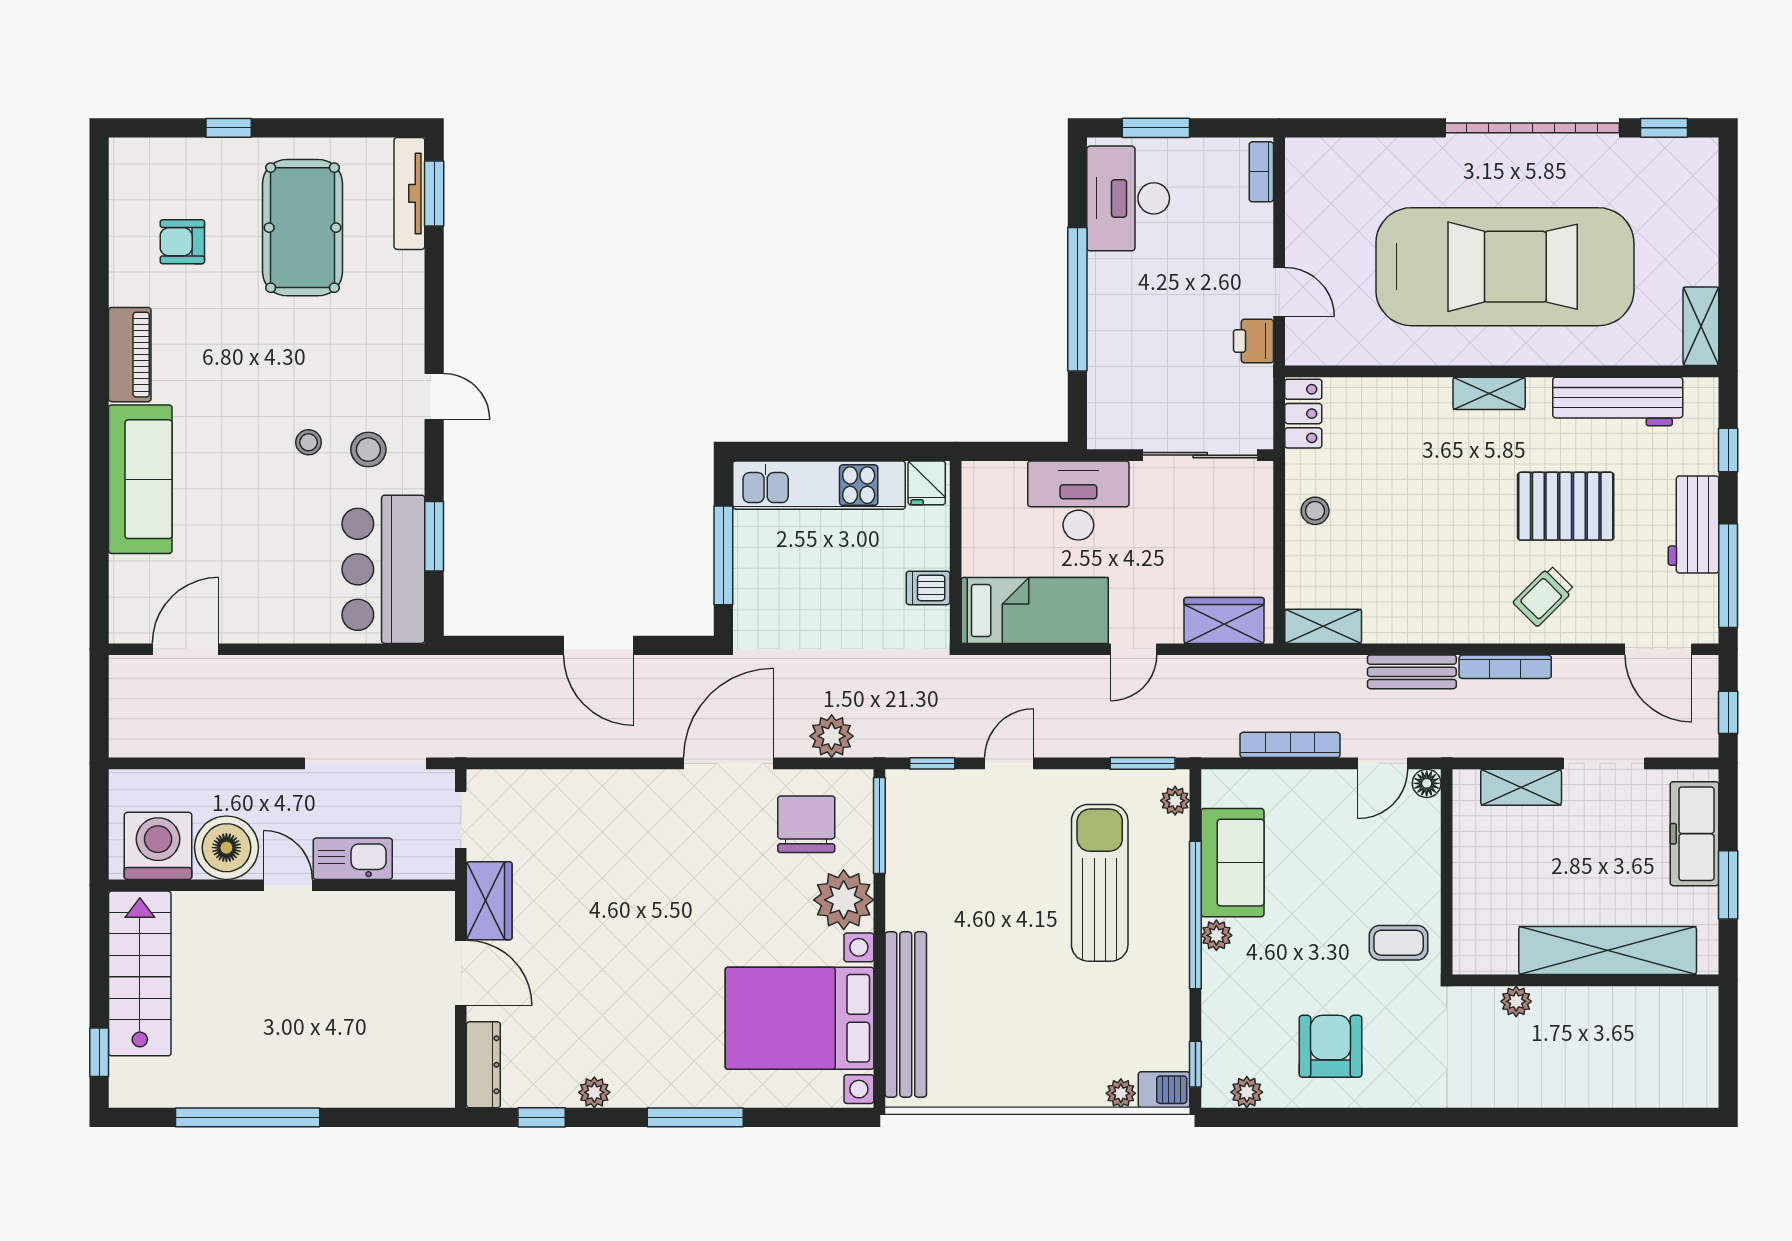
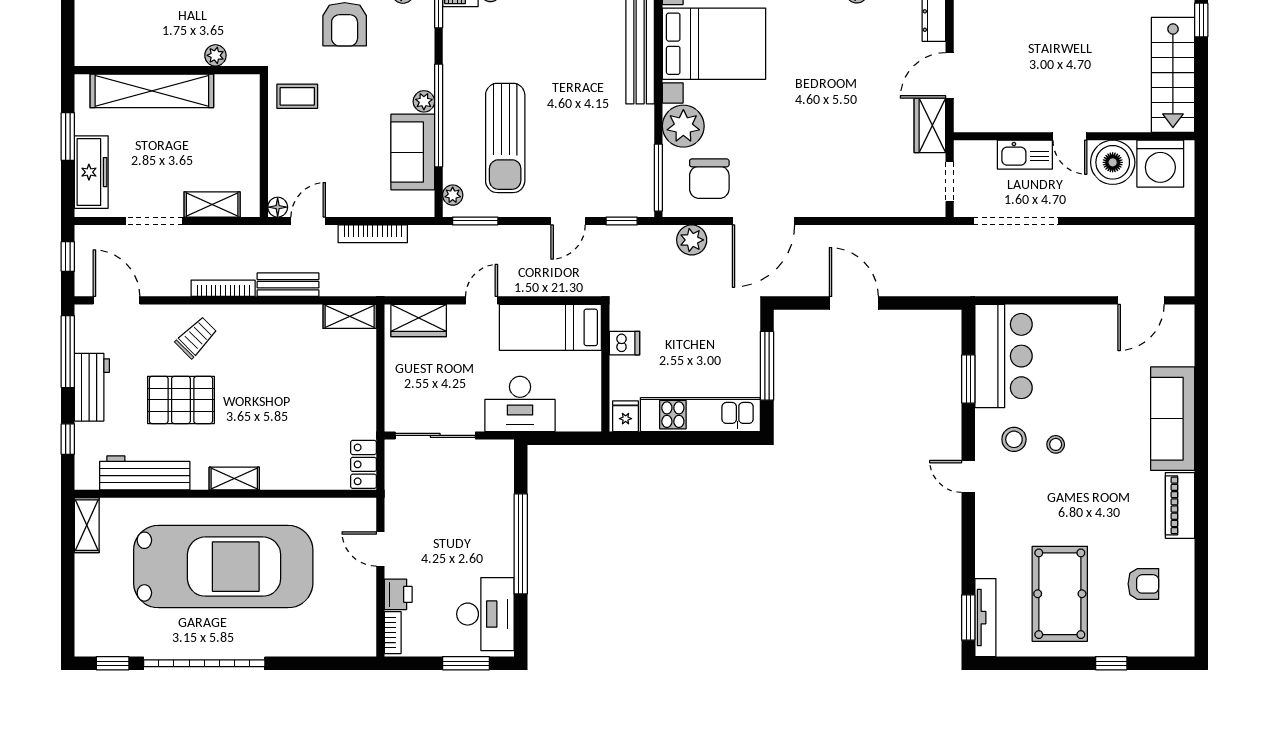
car: (1505, 267) -> (223, 567), turned 180
printer: (1253, 341) -> (398, 594), moved
stool: (1315, 511) -> (355, 397), removed
door: (461, 973) -> (950, 75), hinge flipped

